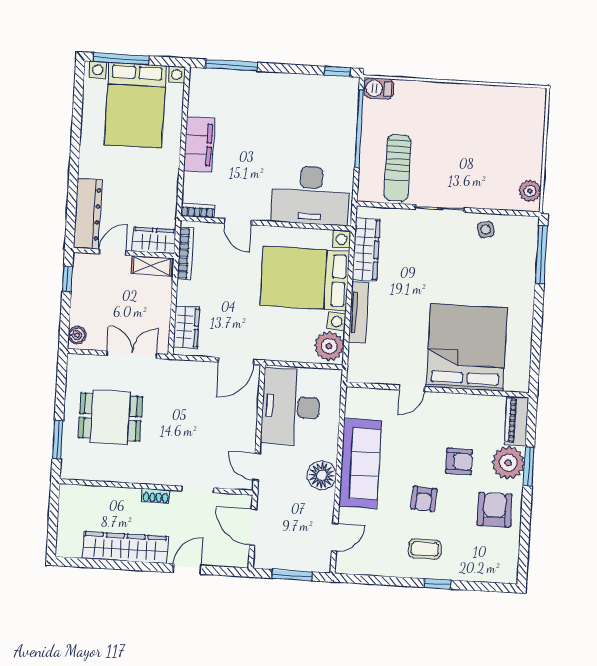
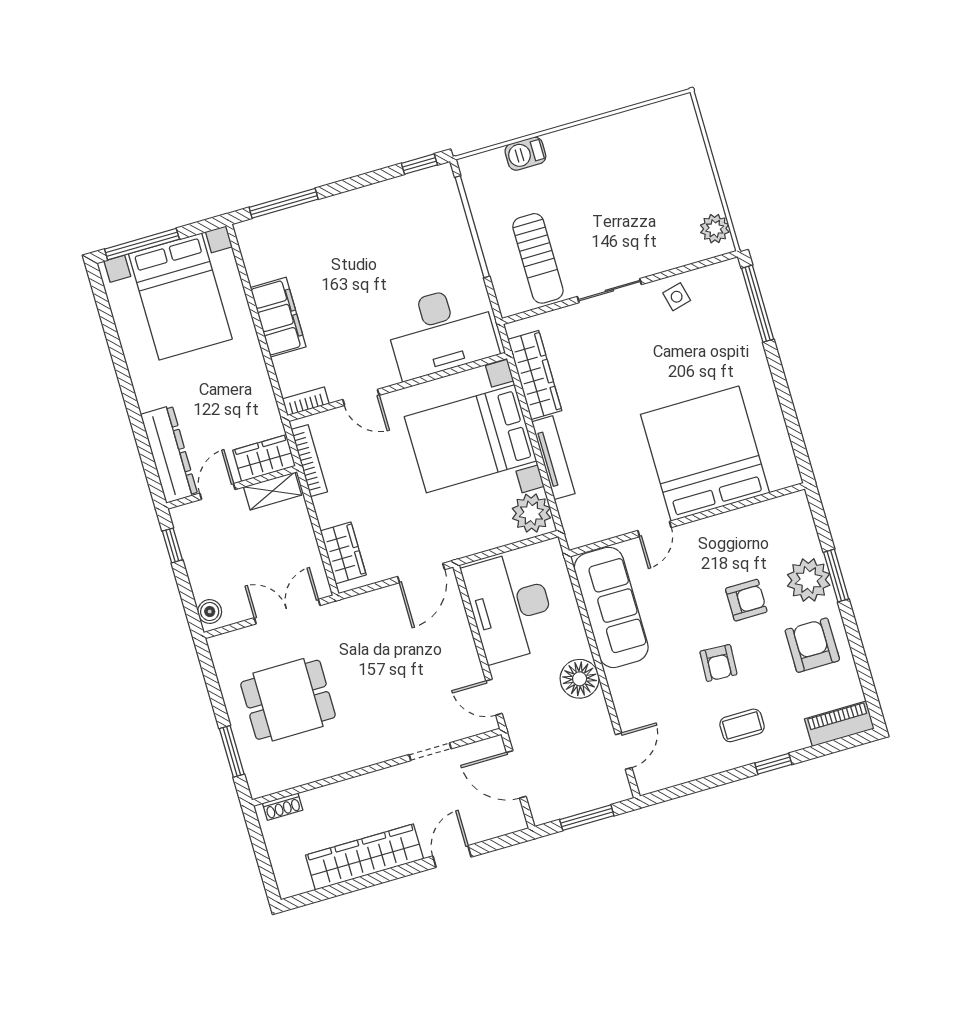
barbecue: (379, 88) -> (525, 154), moved
piano: (516, 421) -> (839, 724), moved, turned 90
sofa: (360, 463) -> (611, 607), moved
shoe rack: (156, 496) -> (283, 807), moved

